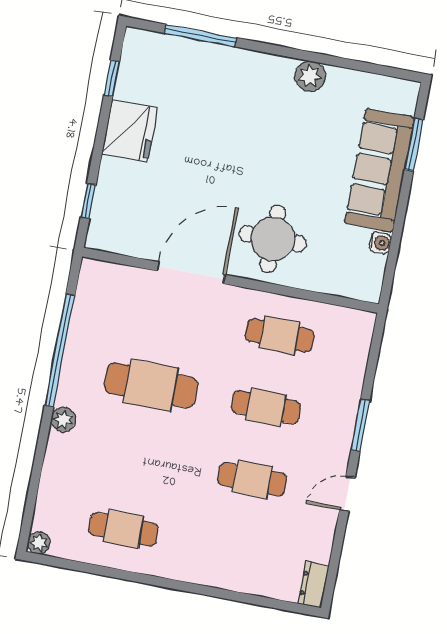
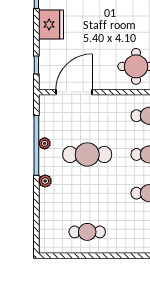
door: (191, 273) -> (74, 92), moved
plant: (39, 543) -> (45, 143), moved

